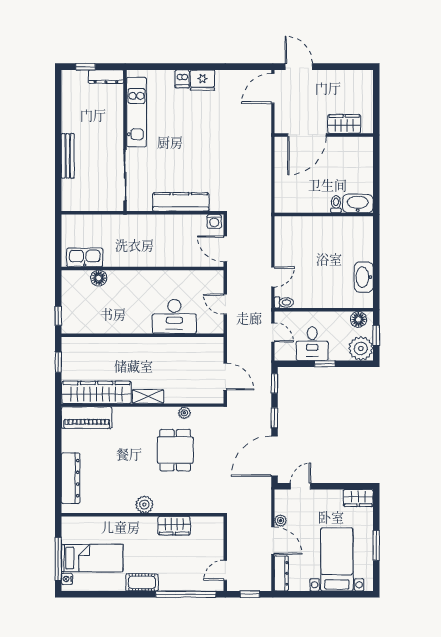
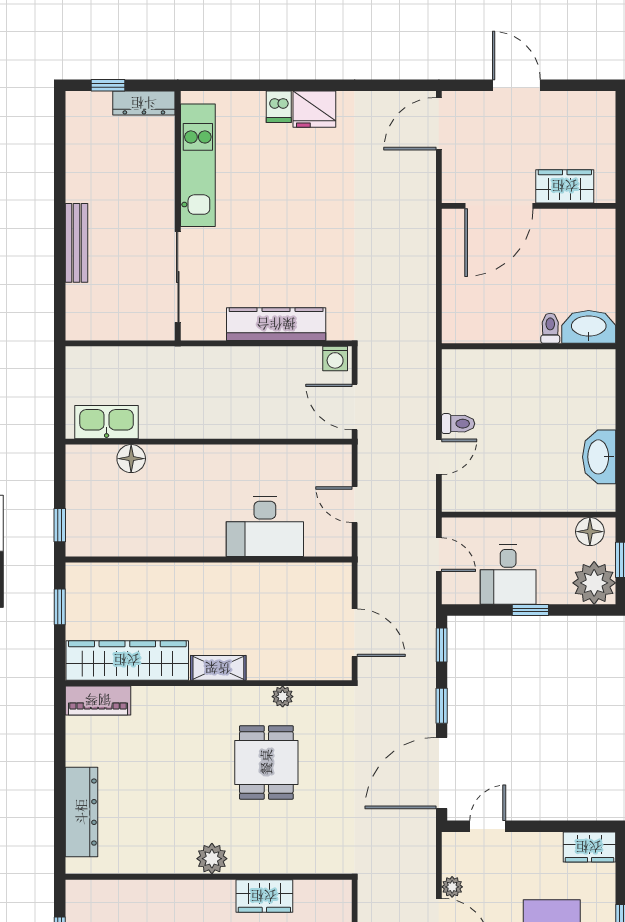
door: (299, 67) -> (516, 85), moved
toilet: (284, 302) -> (458, 424), moved
piano: (87, 418) -> (98, 700), width x0.73, depth x0.75

